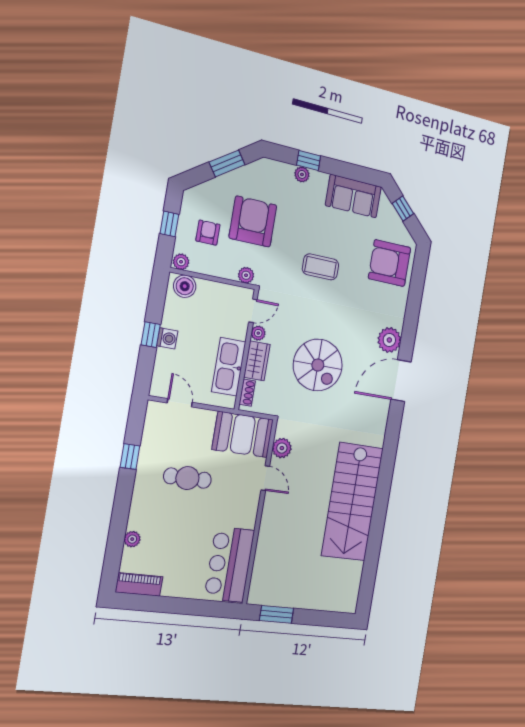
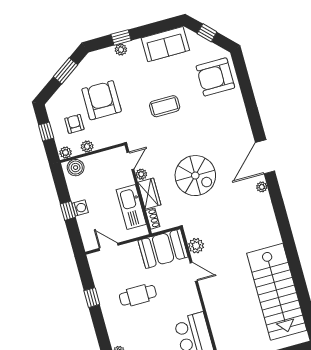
plant: (246, 275) -> (87, 146), moved
plant: (389, 340) -> (262, 187), moved, width x0.53, depth x0.53
stairs: (352, 502) -> (277, 292), moved

